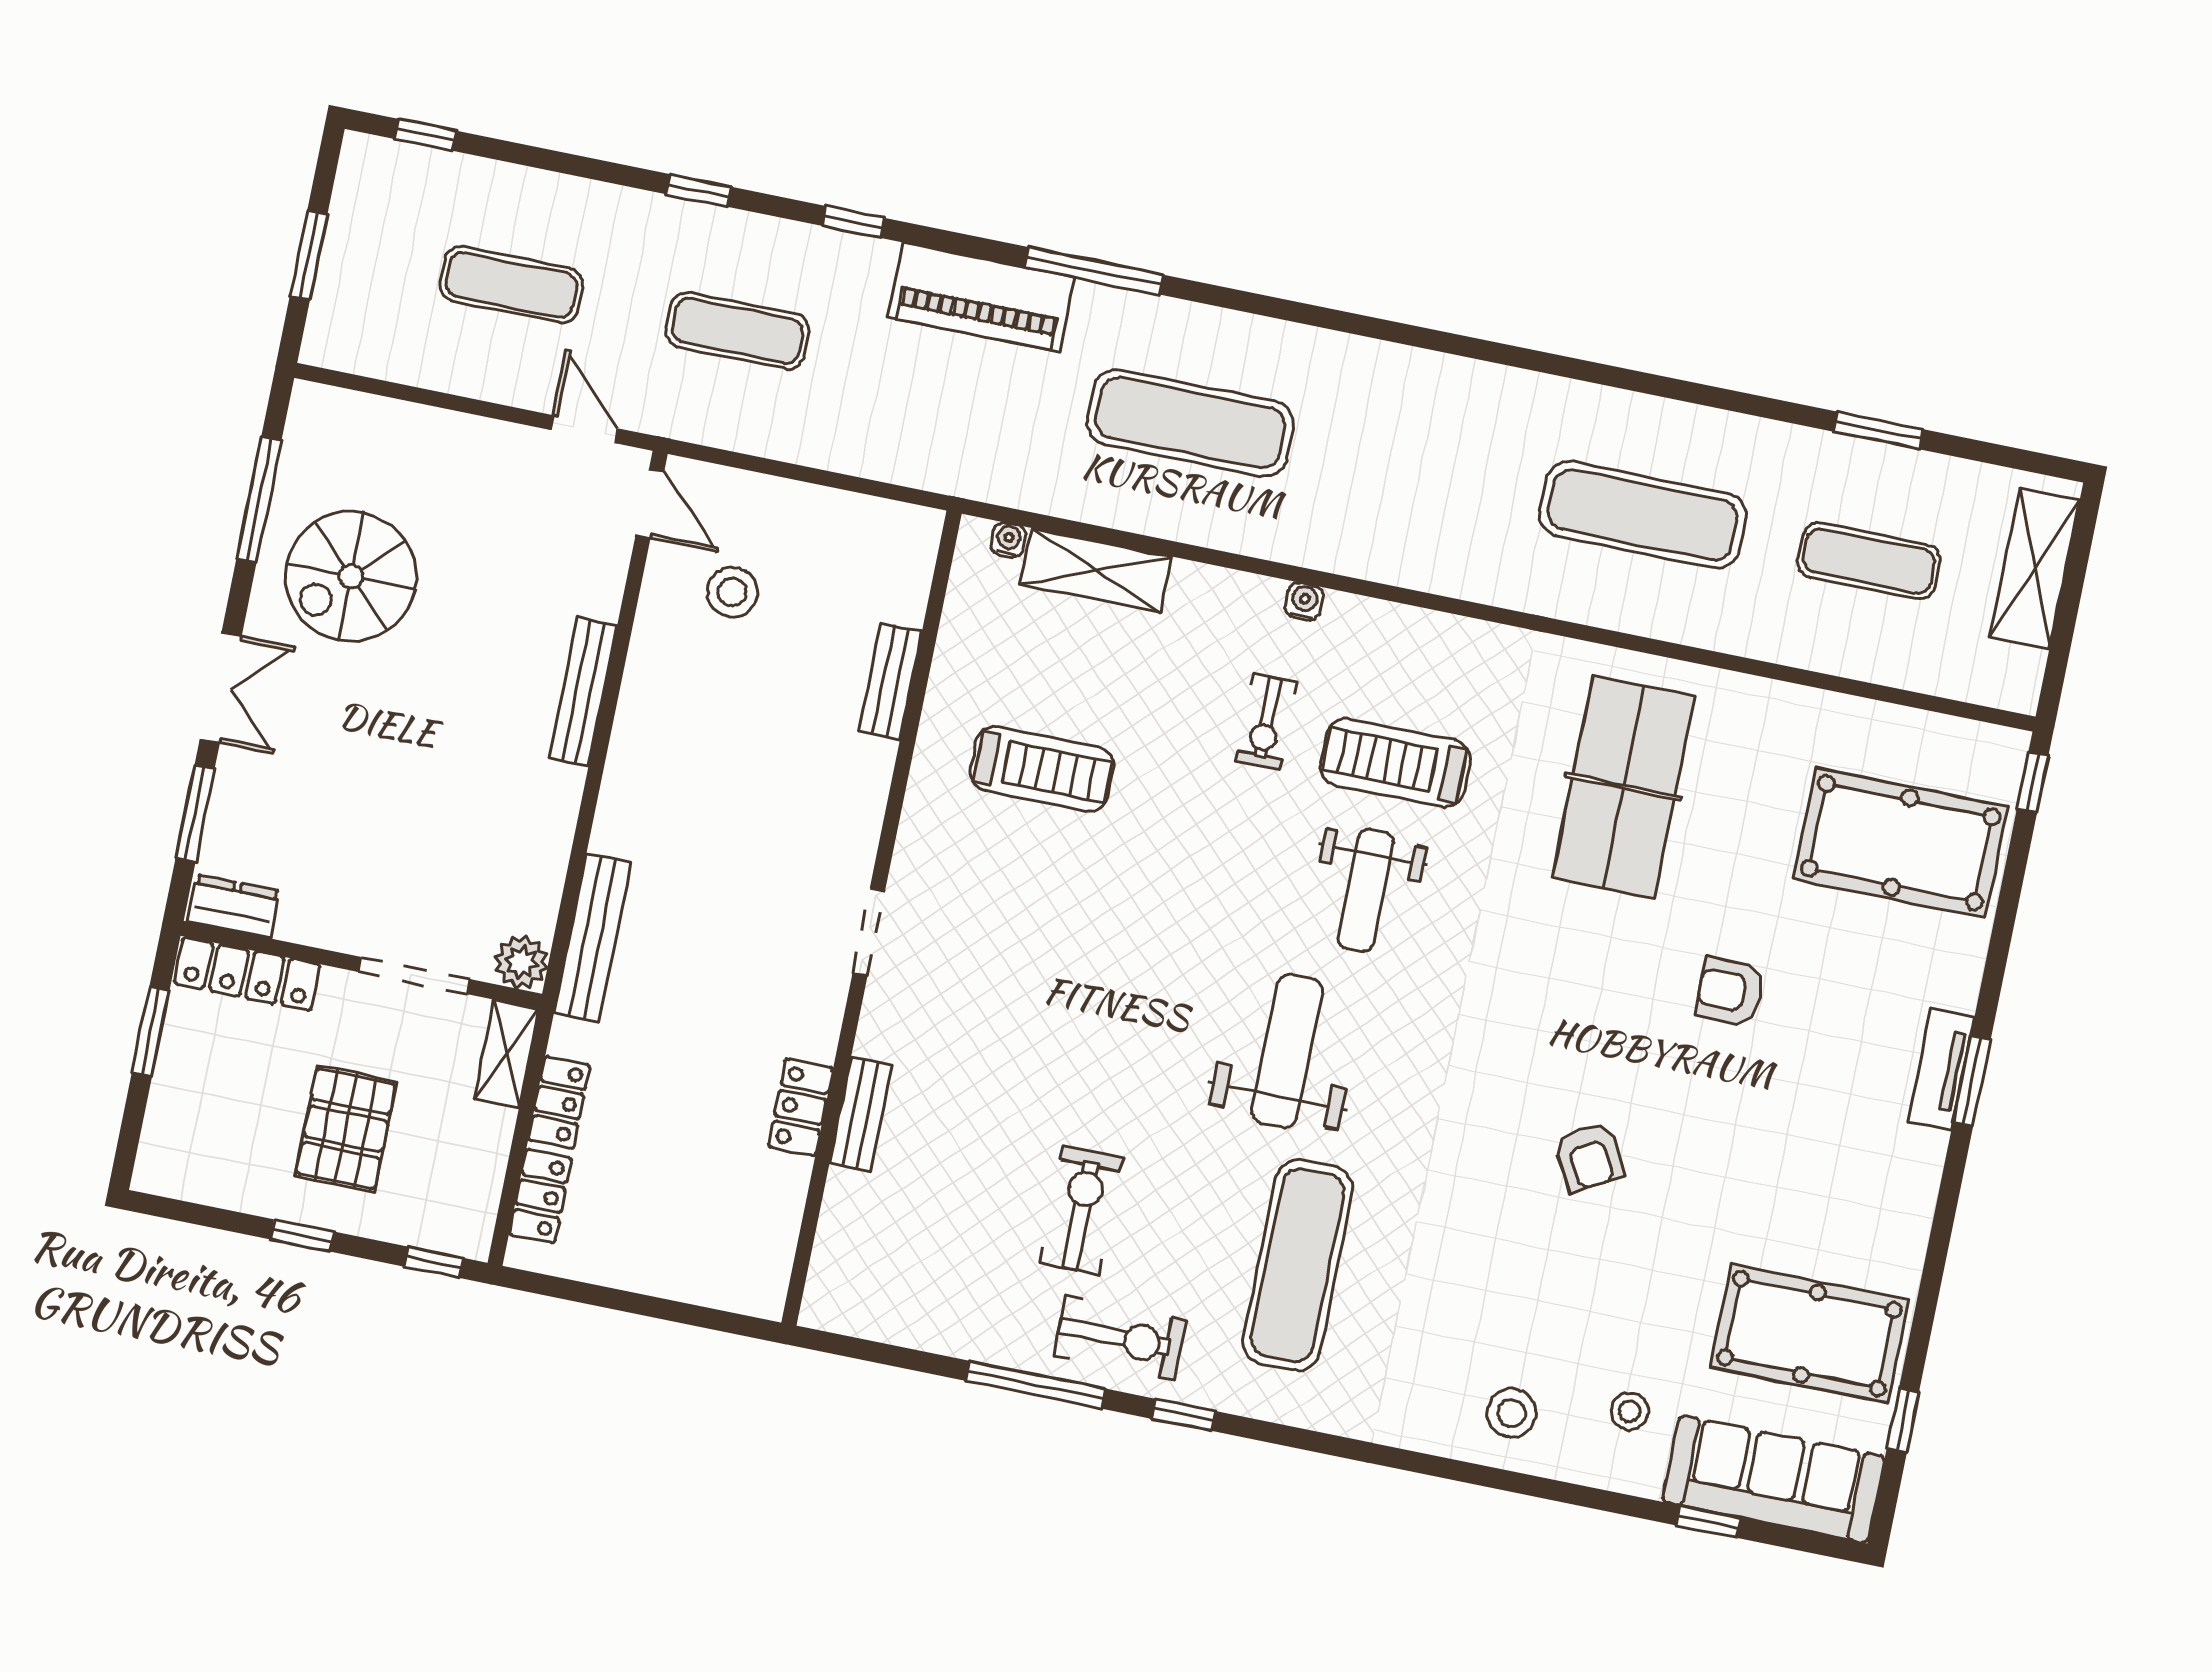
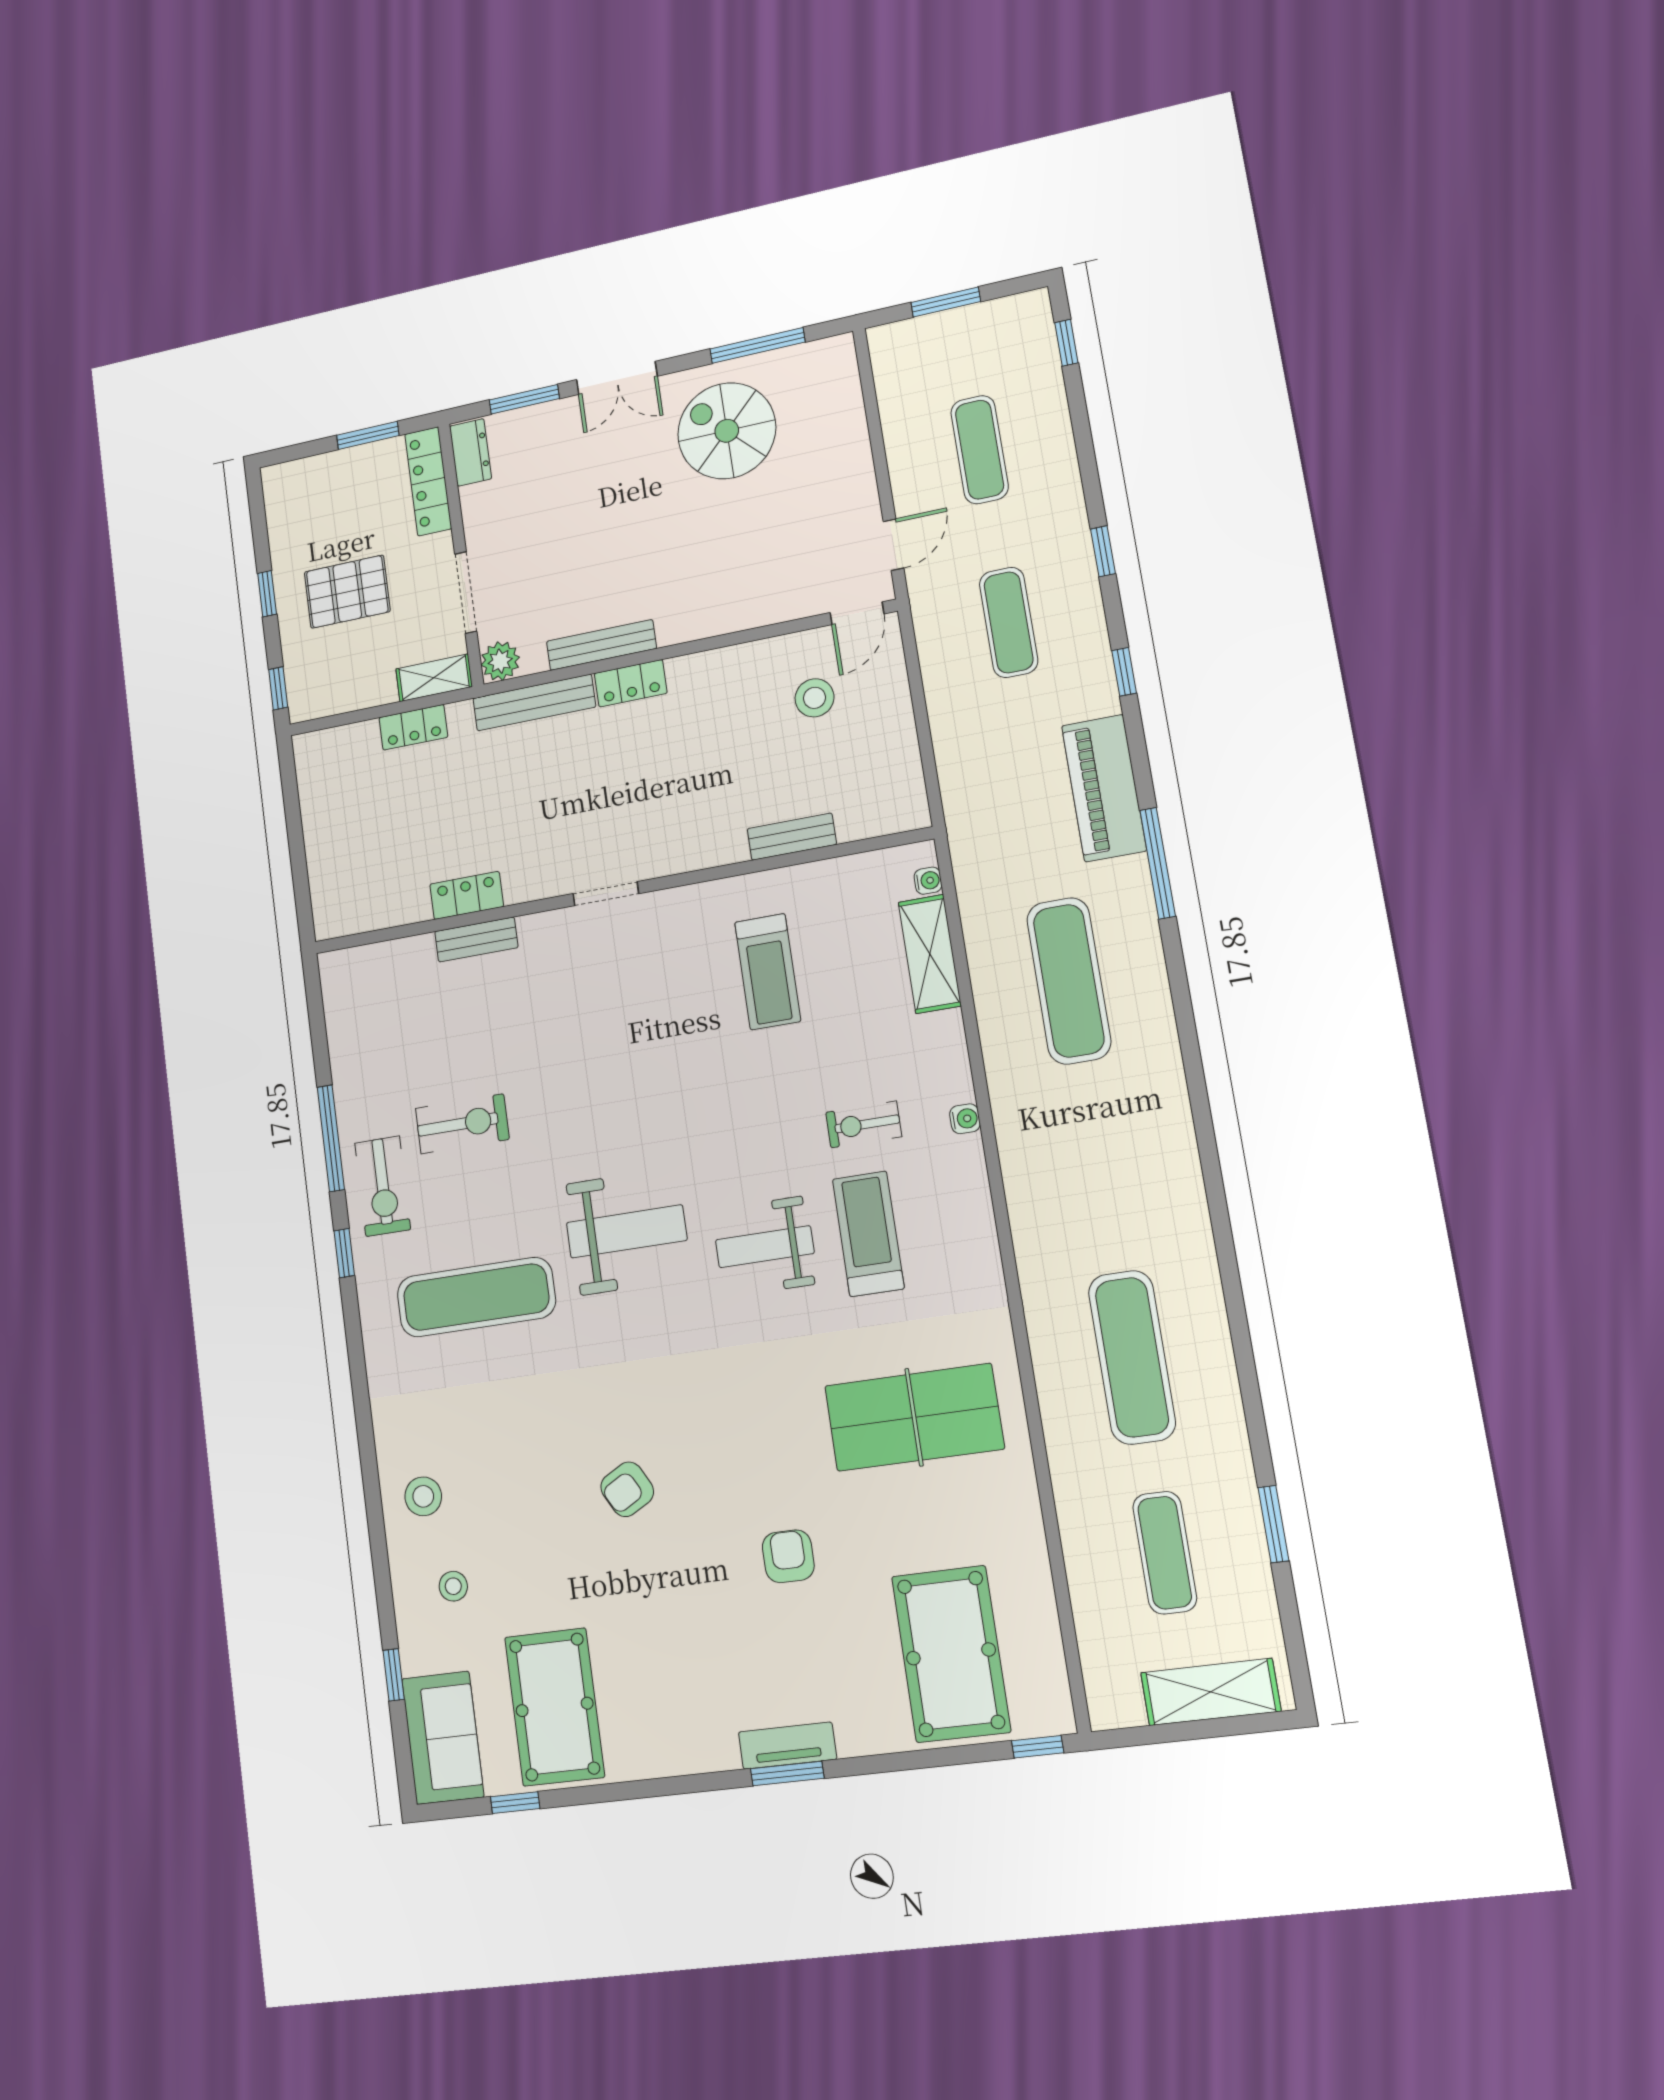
bench: (583, 692) -> (601, 645), moved
locker: (540, 1196) -> (631, 683), moved
sofa: (1774, 1479) -> (443, 1738), width x0.73

